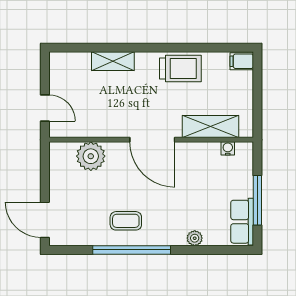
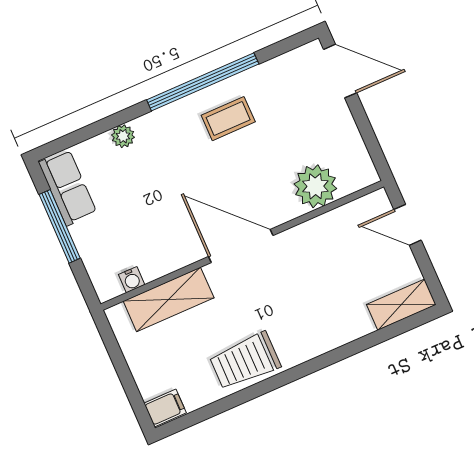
shelving: (113, 61) -> (401, 305), moved

